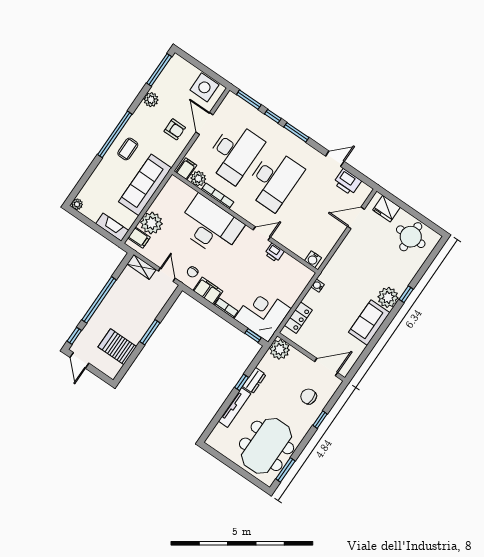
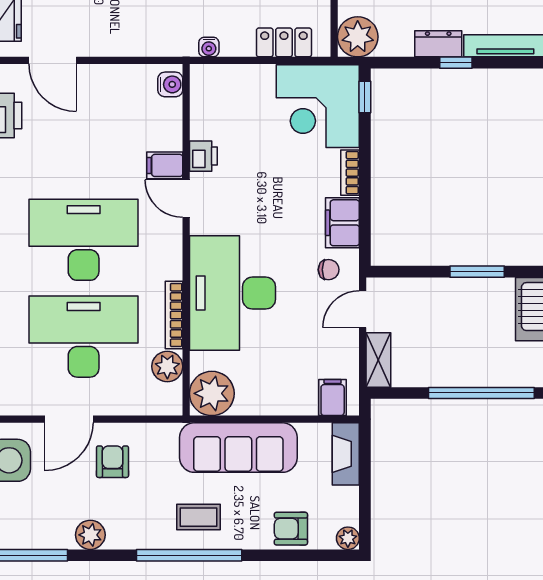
filing cabinet: (186, 169) -> (165, 165), moved
armchair: (97, 184) -> (291, 529), added
plant: (151, 223) -> (212, 393), moved

